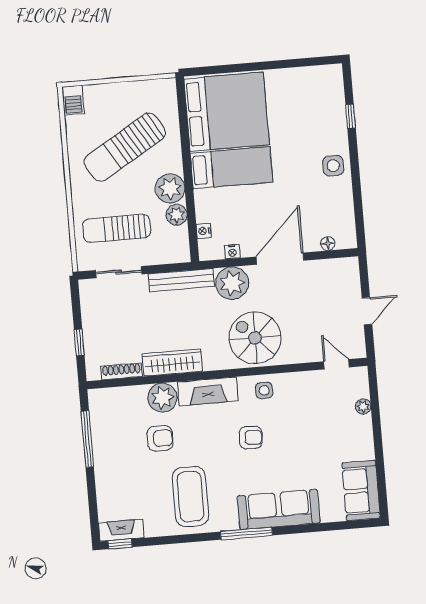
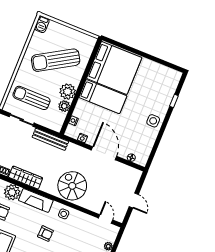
door: (280, 259) -> (104, 153), hinge flipped
plant: (232, 283) -> (75, 153), removed
door: (367, 311) -> (134, 200), hinge flipped

